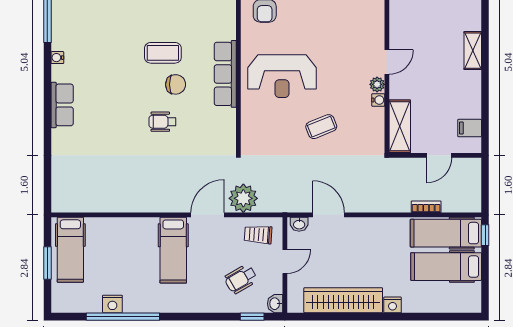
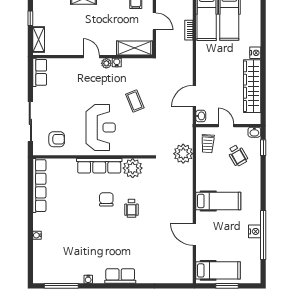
coffee table: (163, 53) -> (85, 208), removed
plant: (222, 123) -> (133, 168), added
door: (207, 215) -> (194, 234), moved
nightstand: (112, 304) -> (255, 231), moved

